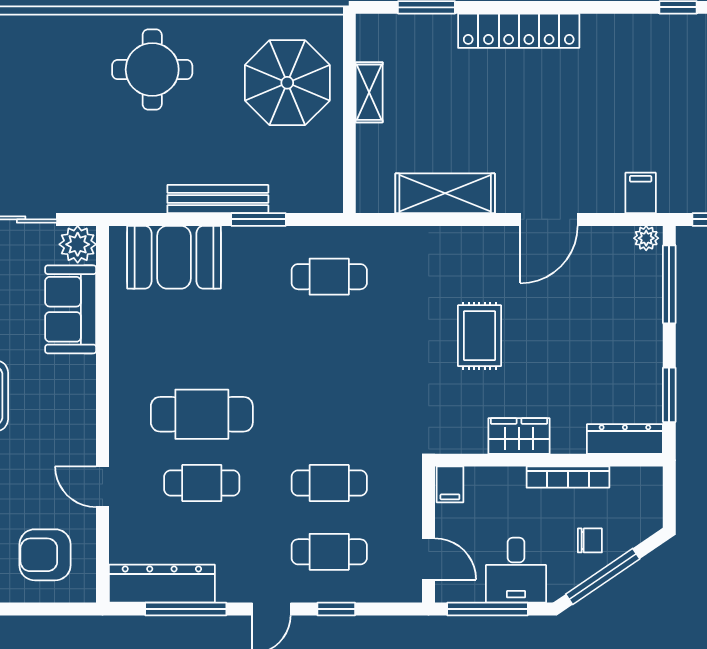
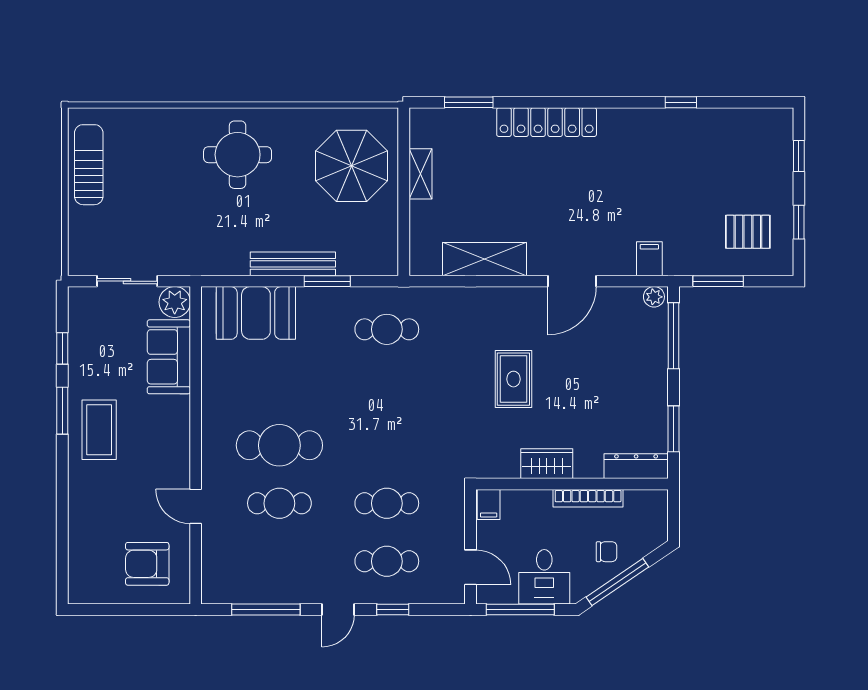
dresser: (162, 584) -> (246, 588), removed

